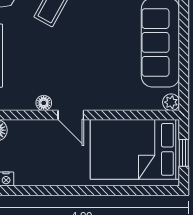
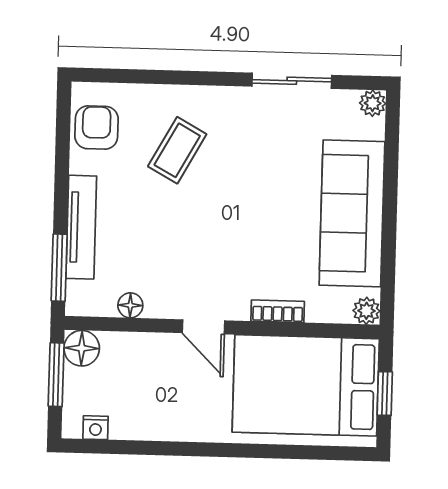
floor lamp: (44, 103) -> (130, 305), moved
bookcase: (116, 104) -> (278, 311), added

